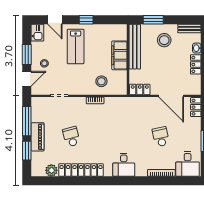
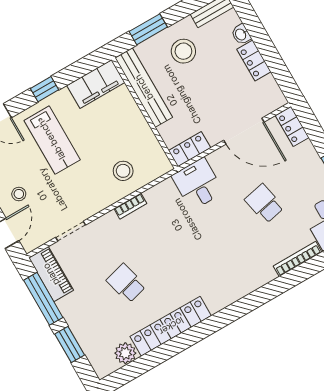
filing cabinet: (119, 55) -> (96, 84), moved, turned -90
piano: (38, 137) -> (51, 274), moved
desk: (124, 165) -> (198, 184), moved, turned 180

